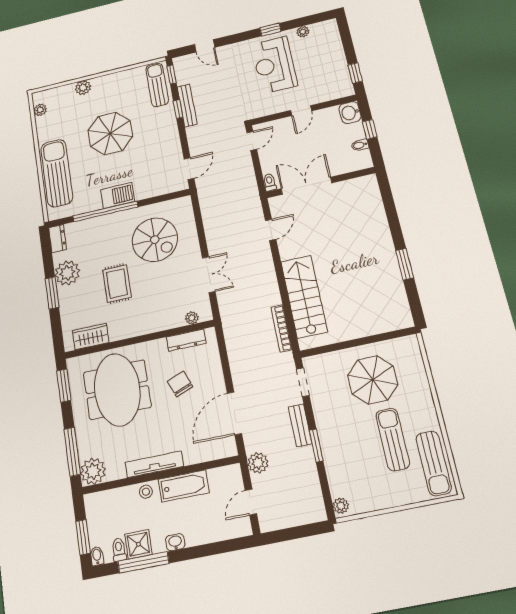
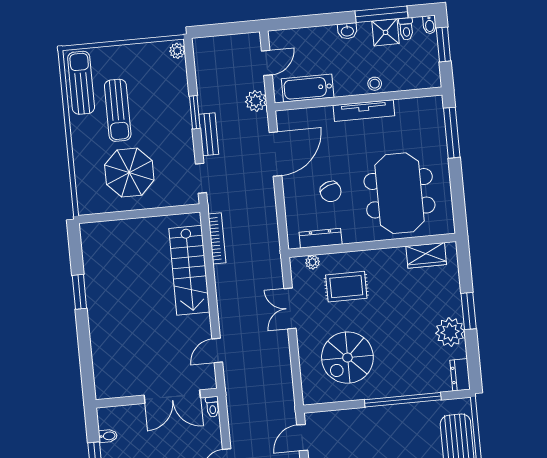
barbecue: (118, 195) -> (387, 417), removed
spiral stairs: (155, 240) -> (347, 358), turned -90
rug: (117, 284) -> (346, 287), moved, turned 90
window: (64, 386) -> (459, 204), removed
plant: (93, 471) -> (430, 110), removed
bathtub: (184, 486) -> (308, 88), moved

